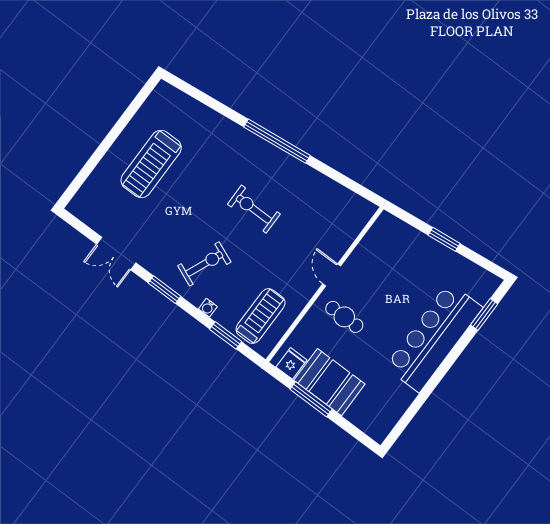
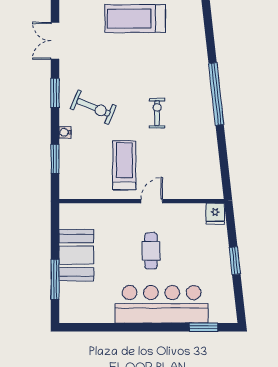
exercise bike: (254, 209) -> (157, 113), width x0.73, depth x0.72
treadmill: (261, 316) -> (124, 165), moved, turned -90
cafe table: (344, 317) -> (151, 251), moved
fridge: (291, 363) -> (215, 214), moved, turned 90
window: (311, 399) -> (55, 279), moved

